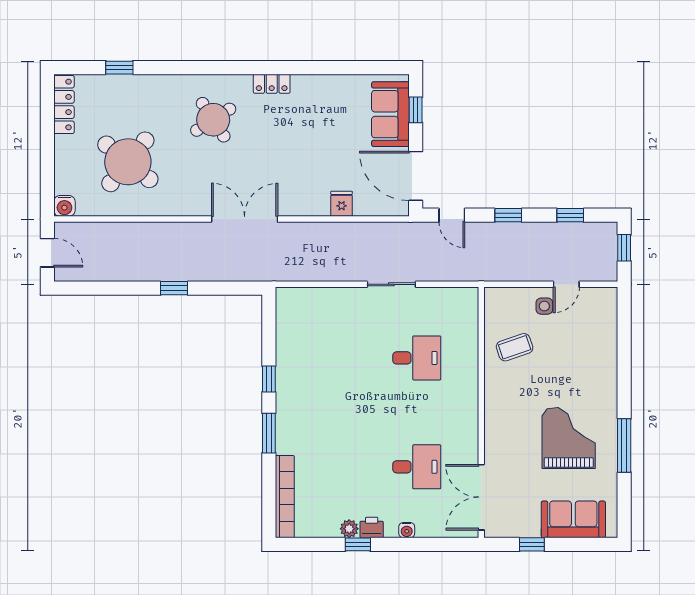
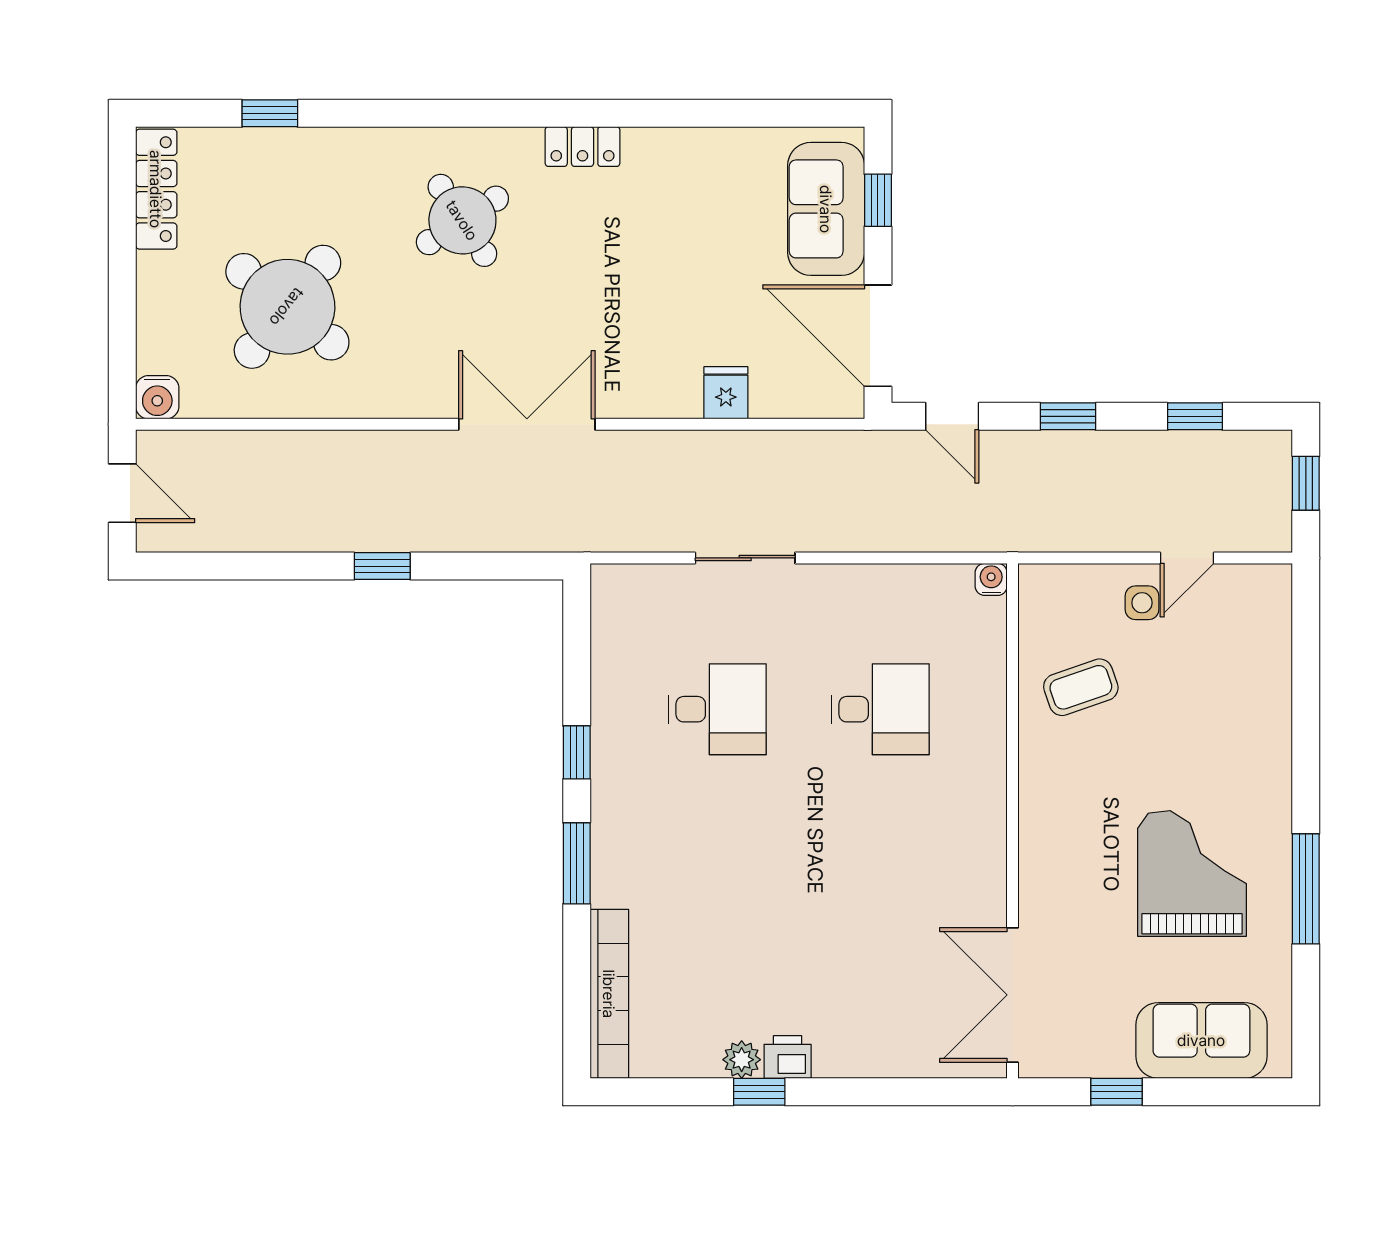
sliding door: (391, 284) -> (745, 558), moved
desk: (417, 467) -> (717, 709), moved
water cooler: (407, 530) -> (991, 579), moved, turned 180

